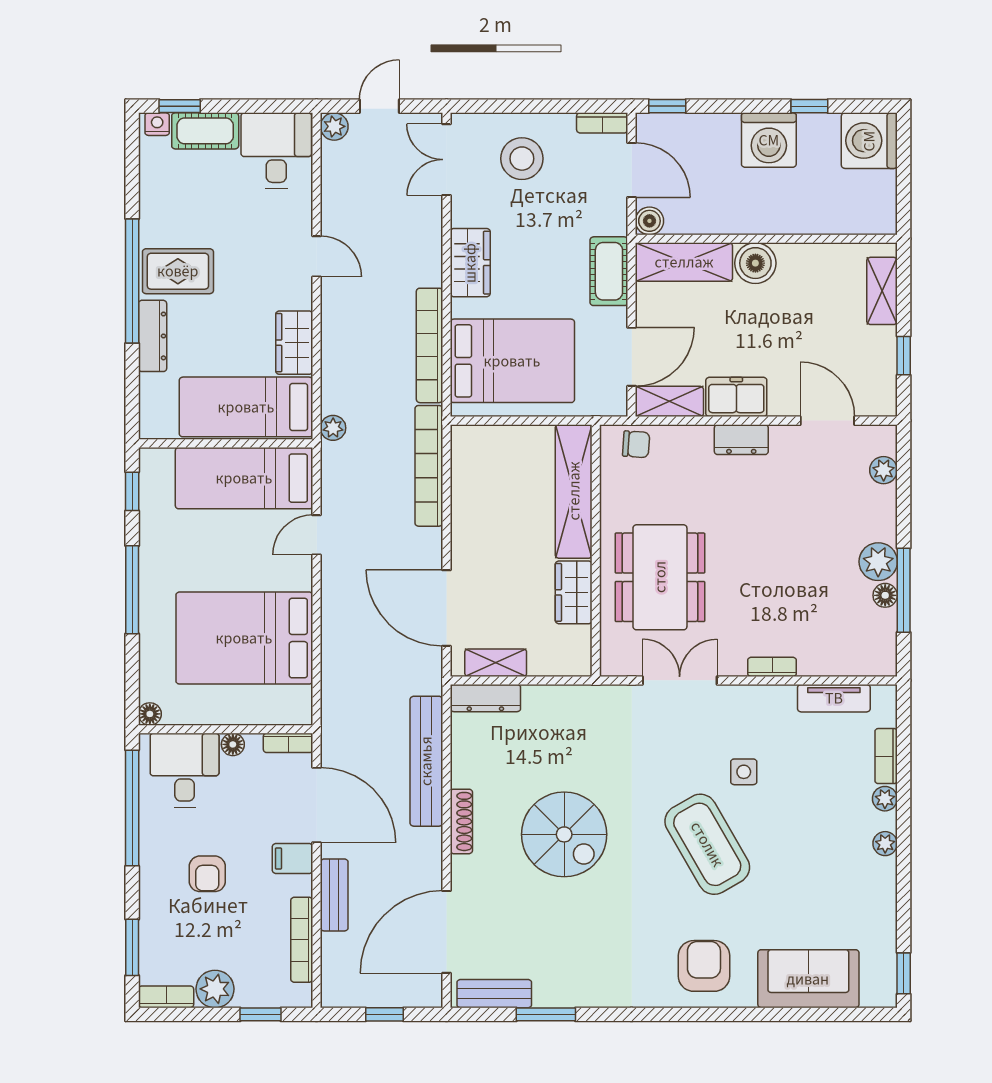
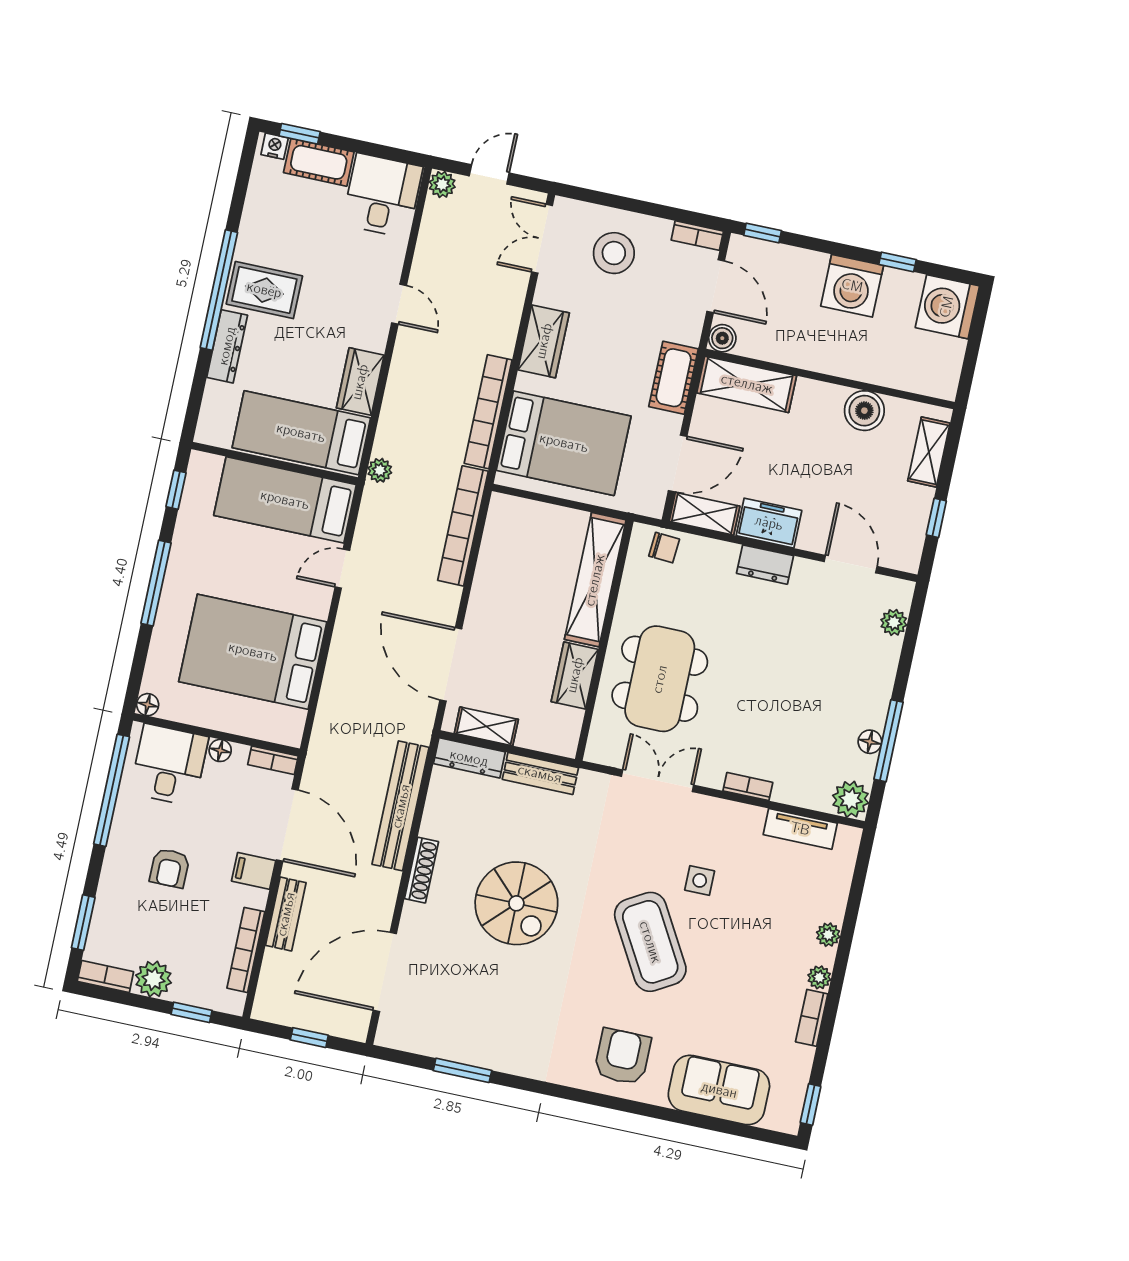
boiler: (755, 263) -> (864, 411), moved
plant: (878, 562) -> (851, 799), moved
bookcase: (886, 756) -> (812, 1018), moved
bench: (494, 994) -> (540, 774), moved

